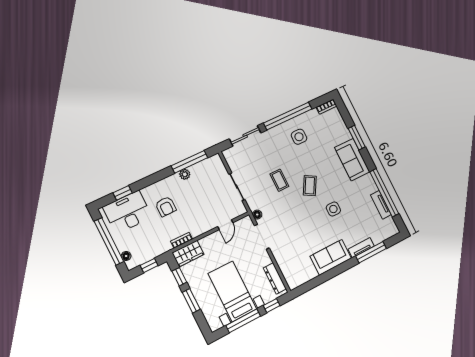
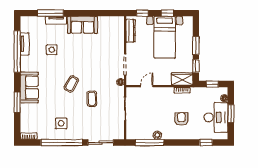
side table: (333, 209) -> (52, 50), moved
desk: (128, 212) -> (216, 117), moved, turned -90
window: (109, 241) -> (231, 114), width x0.47
window: (243, 321) -> (167, 13), width x0.46

